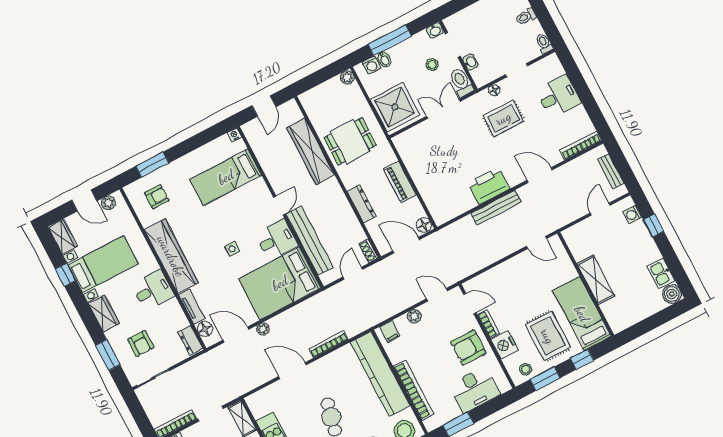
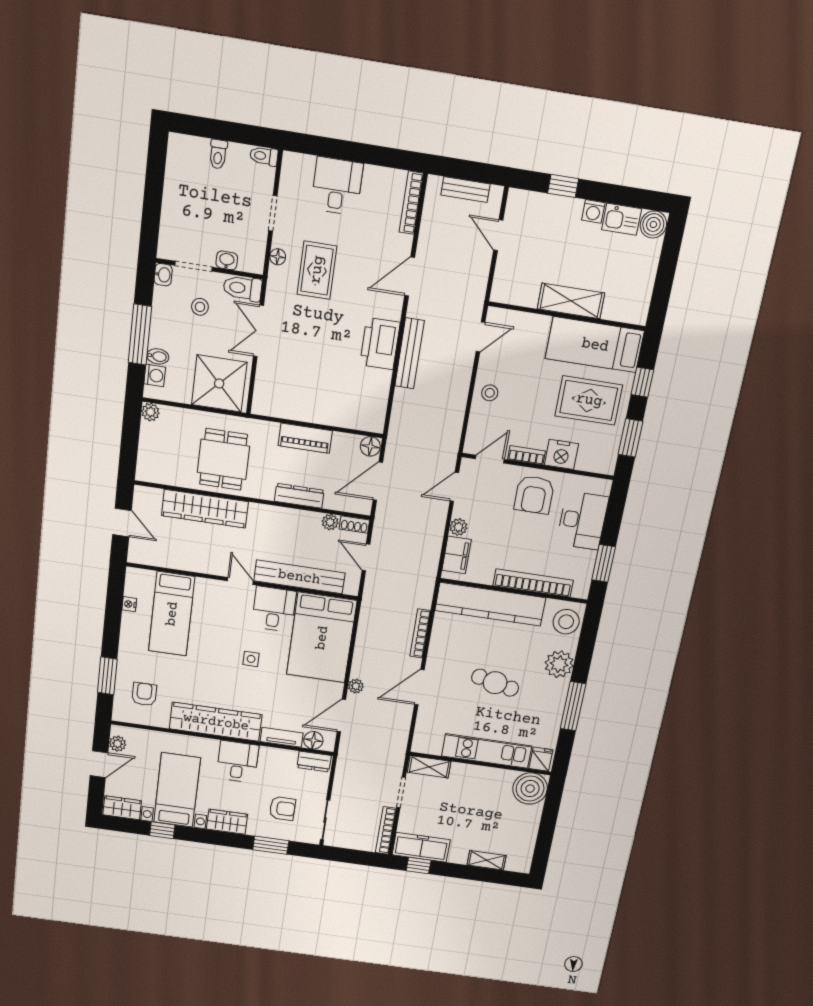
nightstand: (234, 135) -> (129, 604), moved
washing machine: (632, 214) -> (593, 211), moved
plant: (359, 235) -> (330, 522), added
filing cabinet: (390, 332) -> (457, 555), width x2.00
stool: (526, 369) -> (490, 393), moved

